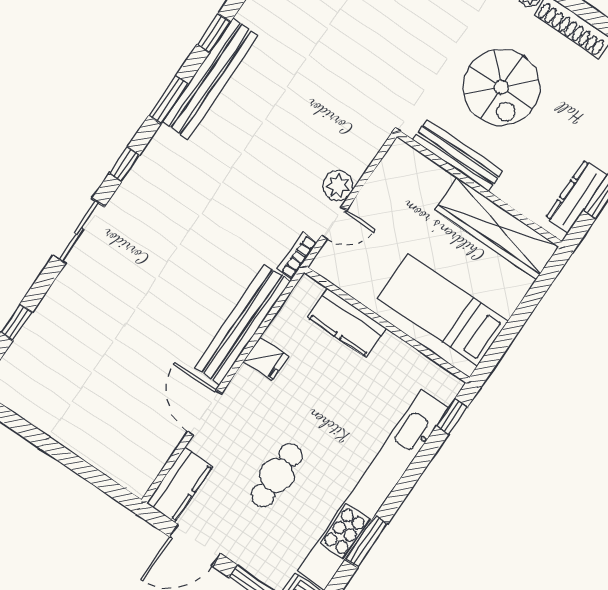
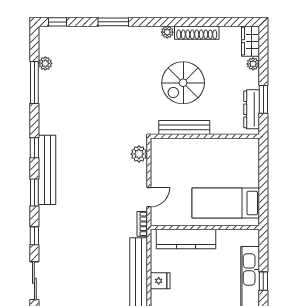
spiral stairs: (501, 87) -> (183, 83), turned 90
plant: (338, 186) -> (139, 154), moved
wardrobe: (497, 229) -> (225, 149), removed
kitchen counter: (347, 323) -> (186, 239), width x1.50
window: (452, 416) -> (263, 281), moved

